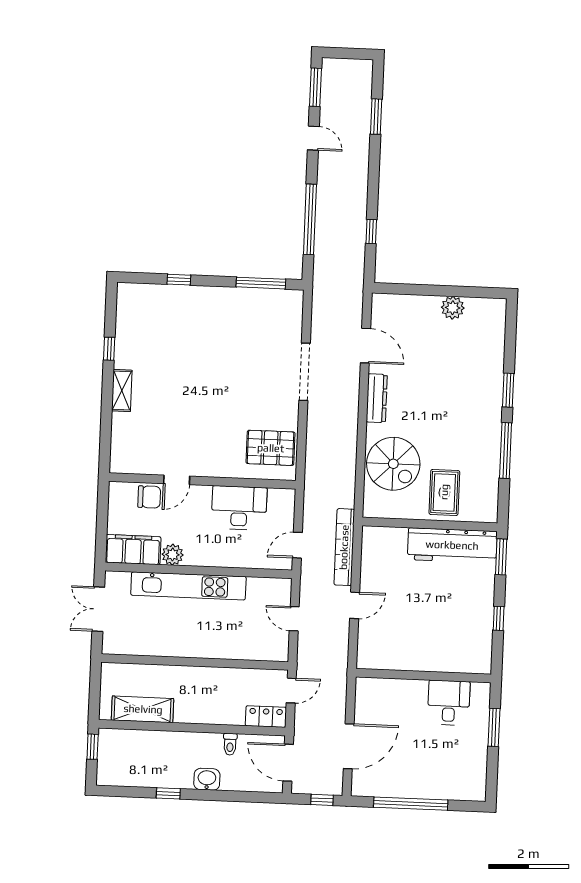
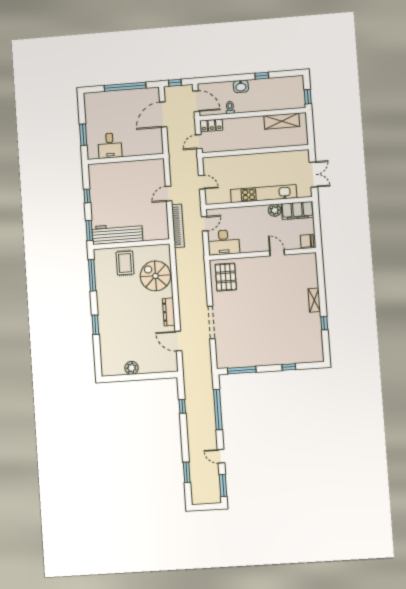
pallet: (271, 448) -> (226, 277), turned 90
window: (506, 450) -> (92, 275), moved
door: (177, 480) -> (277, 253), hinge flipped
chair: (149, 497) -> (307, 241), moved
desk: (239, 508) -> (224, 242), moved

